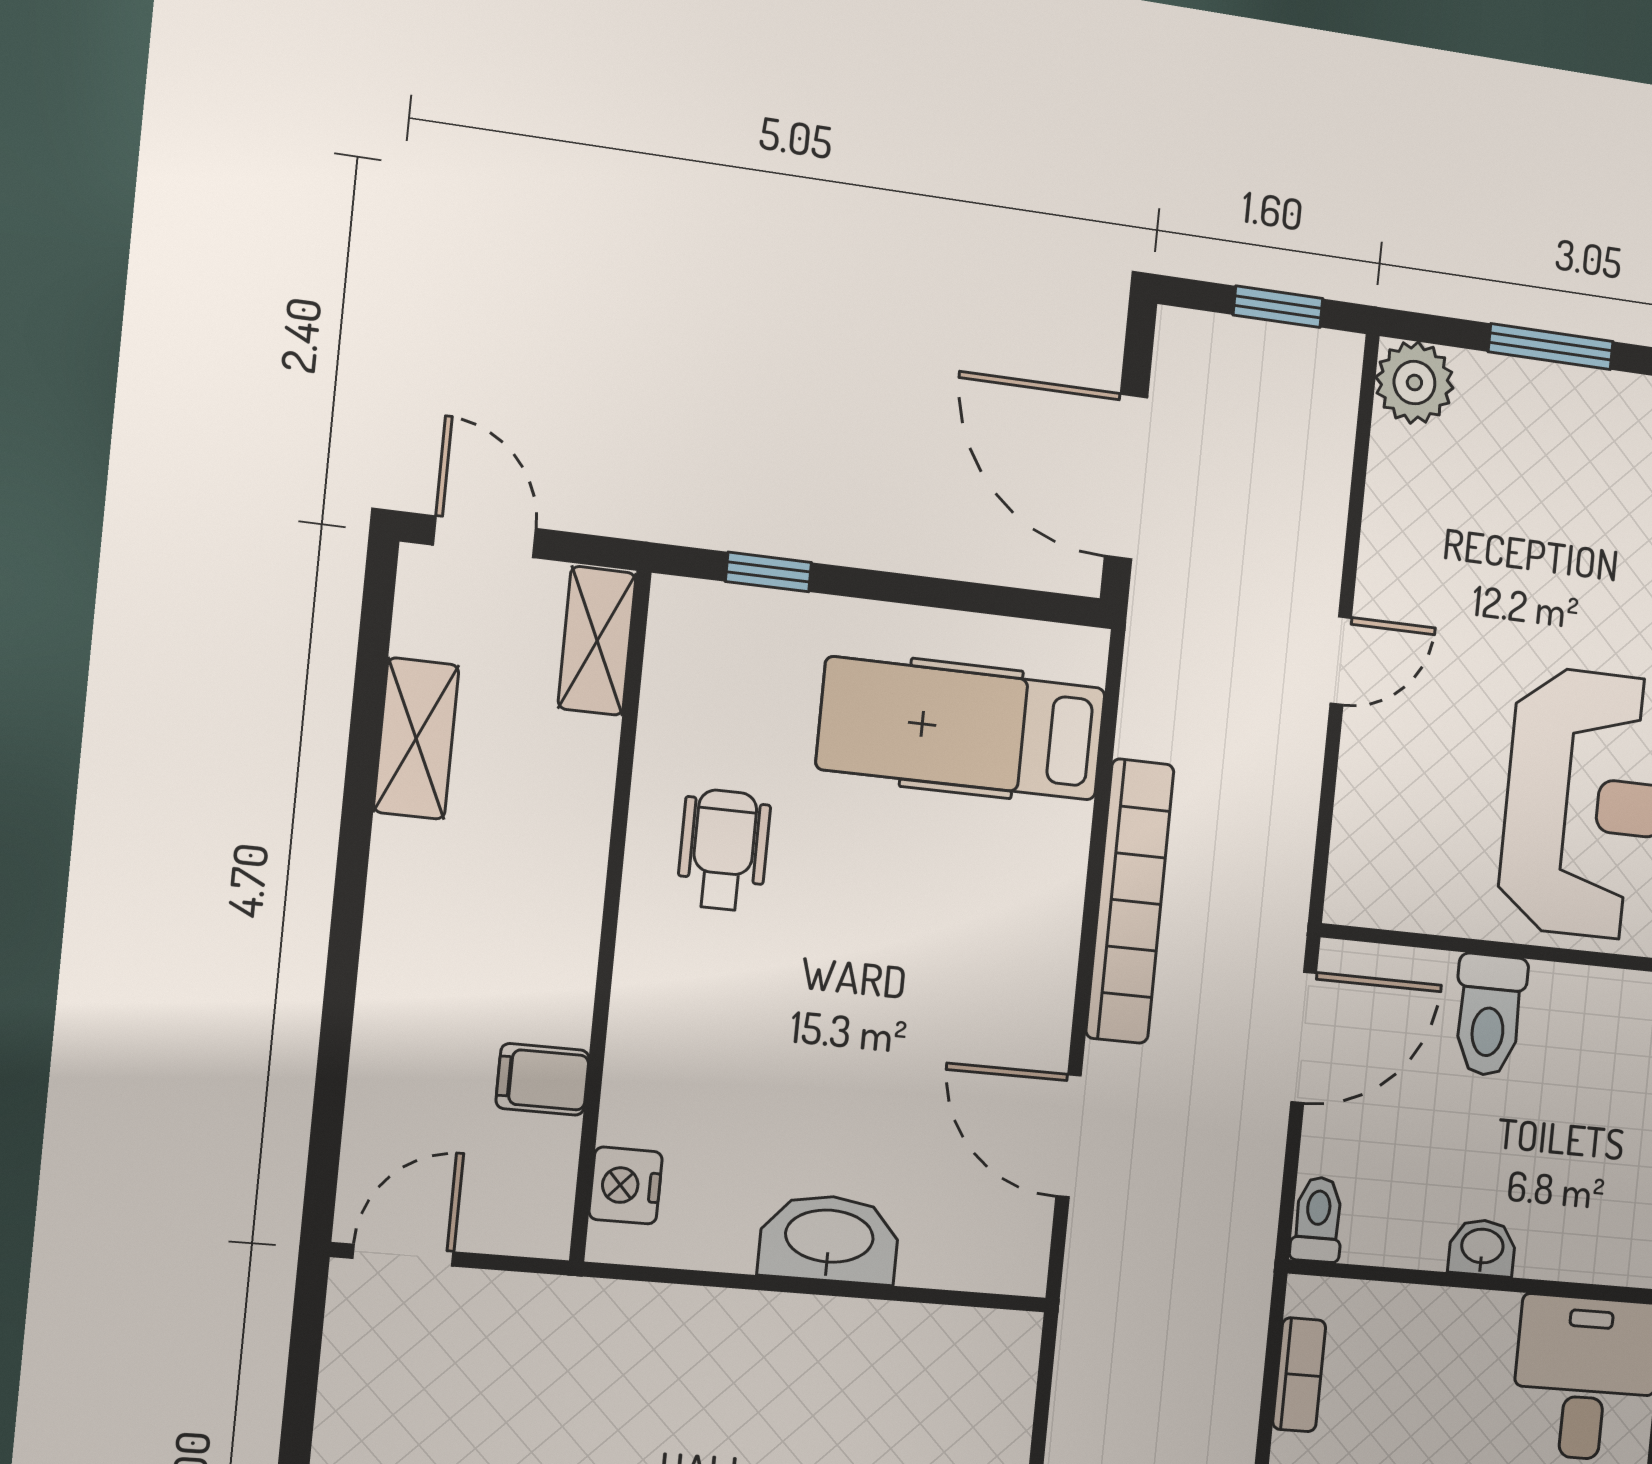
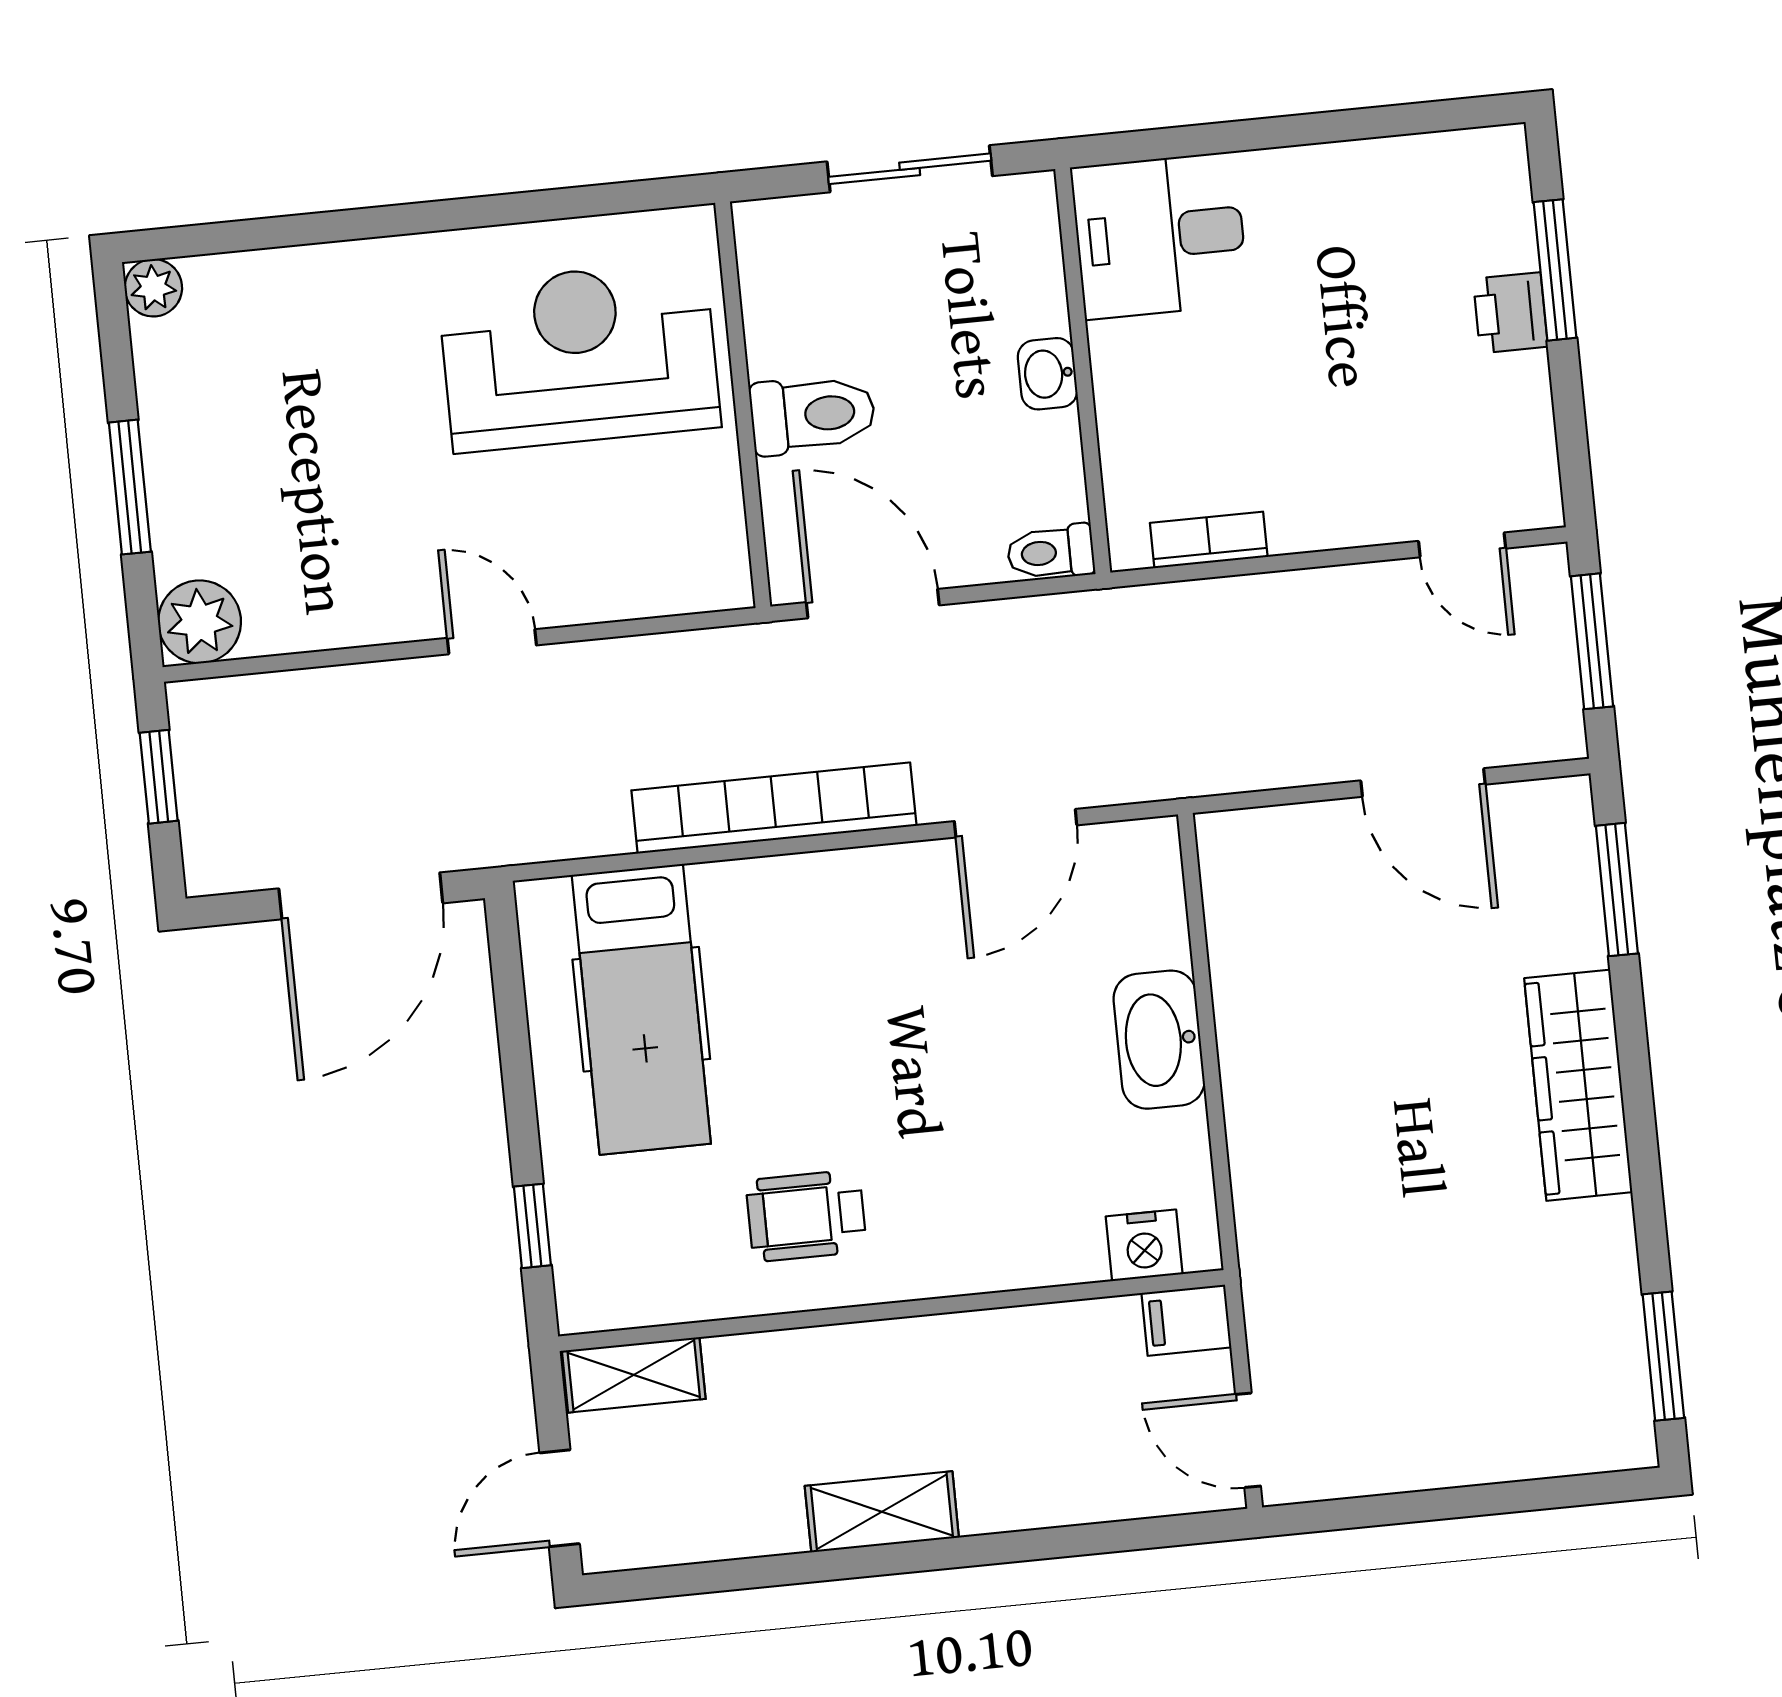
shelving: (416, 738) -> (882, 1512), moved
filing cabinet: (543, 1079) -> (1186, 1320), moved, turned 90

